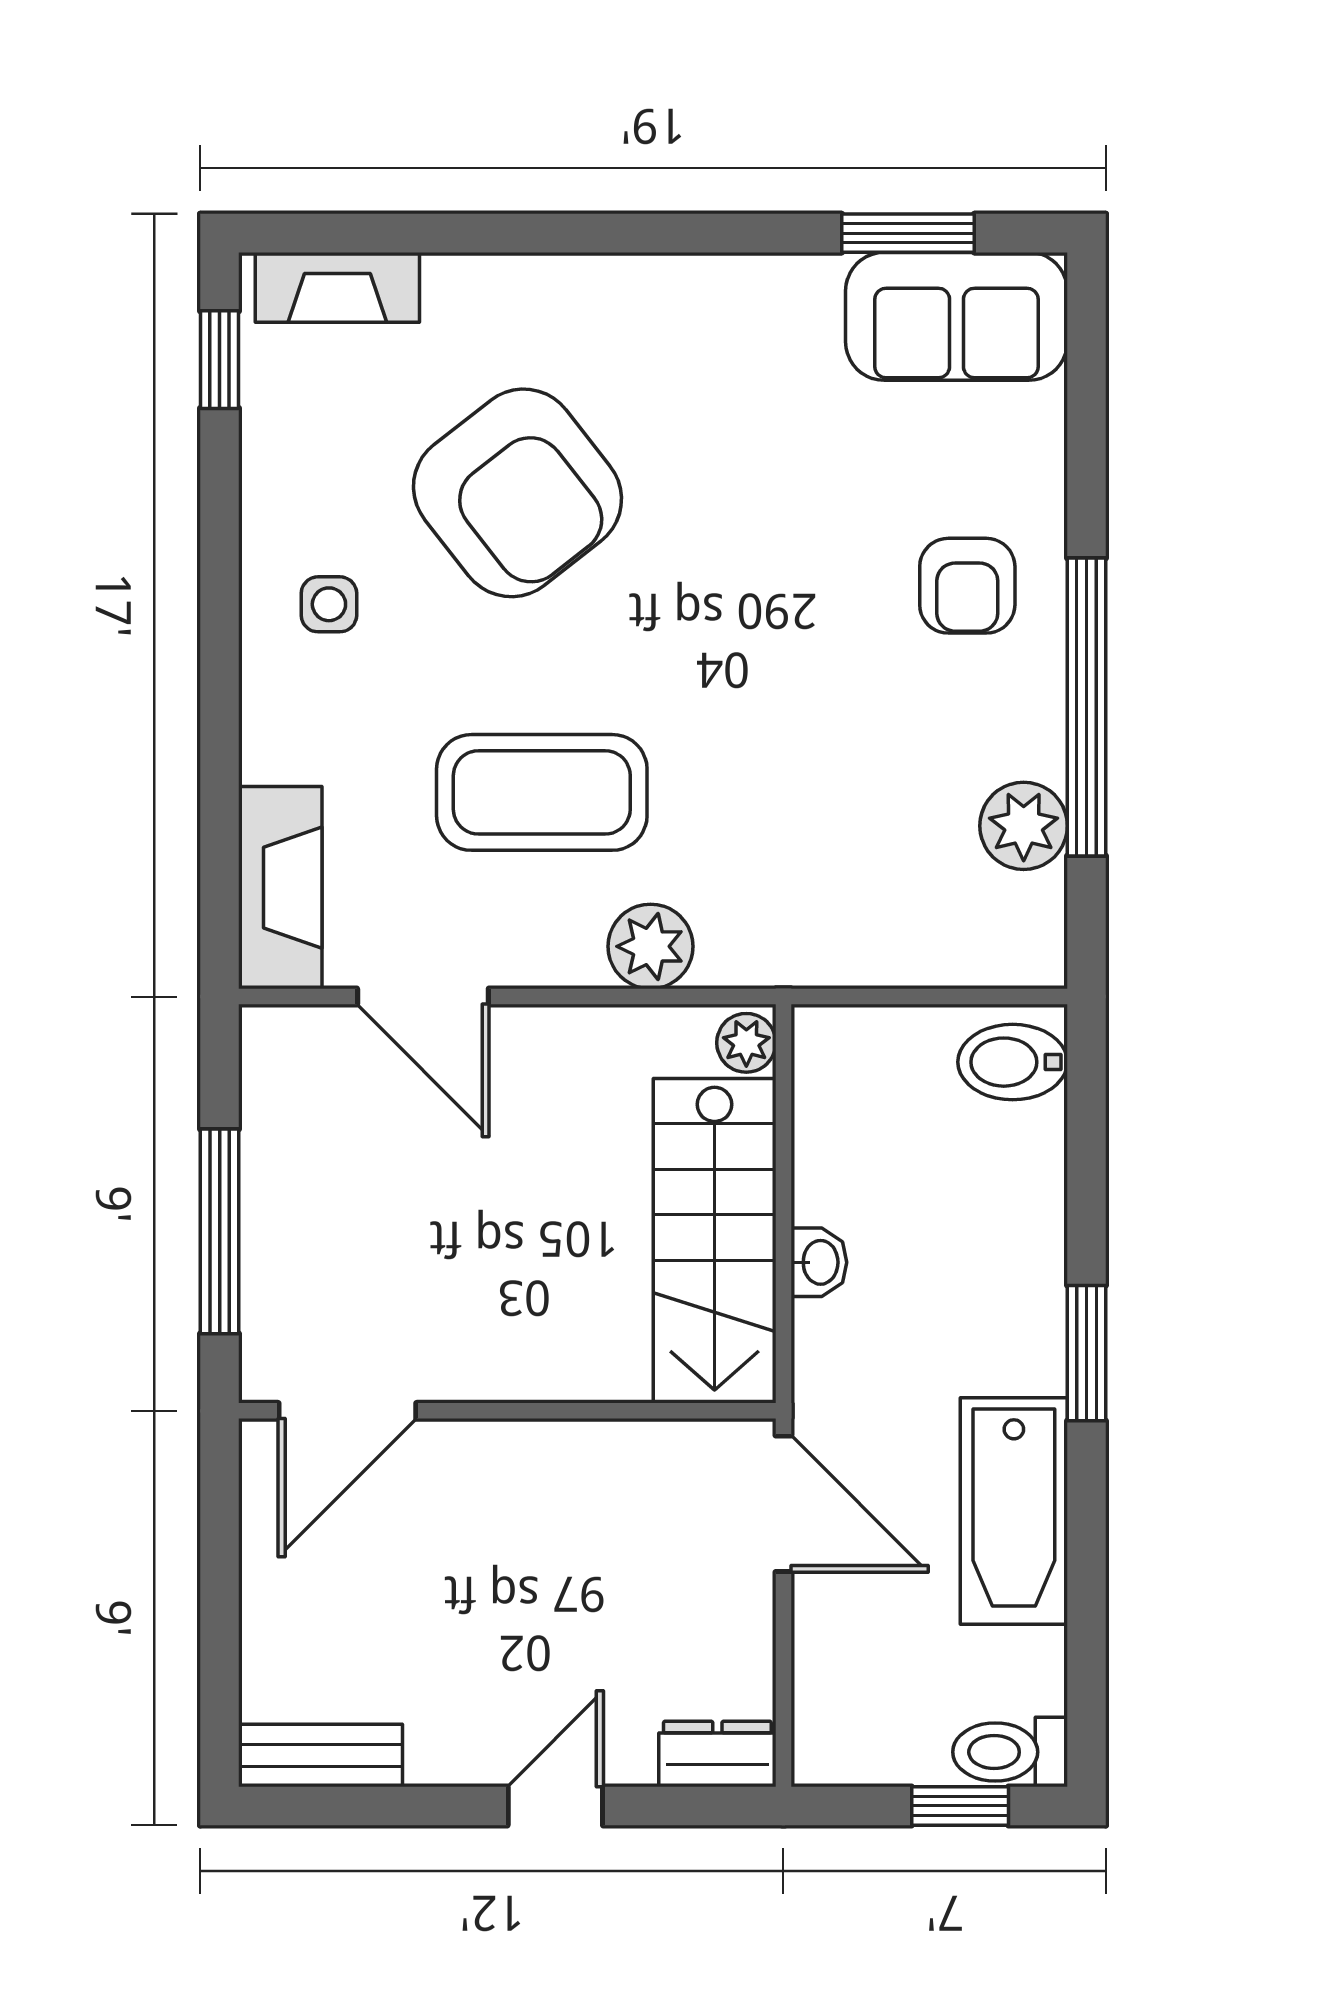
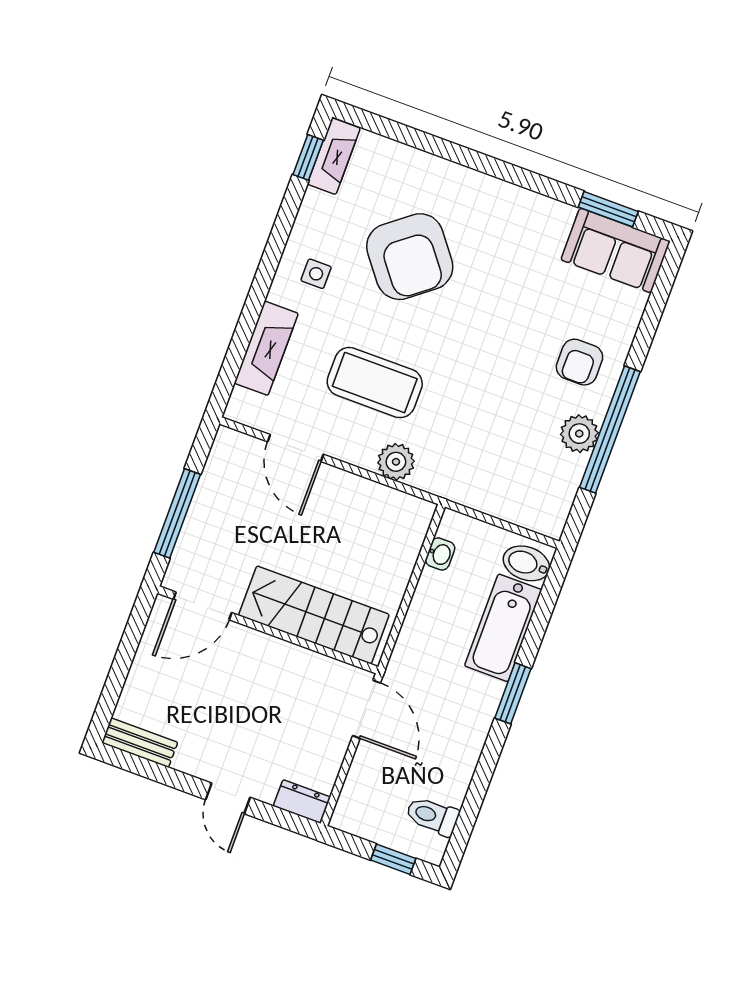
fireplace: (337, 287) -> (334, 156), moved, turned -90
plant: (1024, 826) -> (579, 434), moved
fireplace: (280, 888) -> (266, 348), moved
plant: (746, 1043) -> (421, 516), removed
stairs: (715, 1241) -> (314, 615), moved, turned 90
washbasin: (819, 1262) -> (440, 554), moved
bathtub: (1014, 1511) -> (503, 628), moved
toilet: (1010, 1752) -> (432, 816), moved
door: (555, 1806) -> (228, 798), swing flipped

